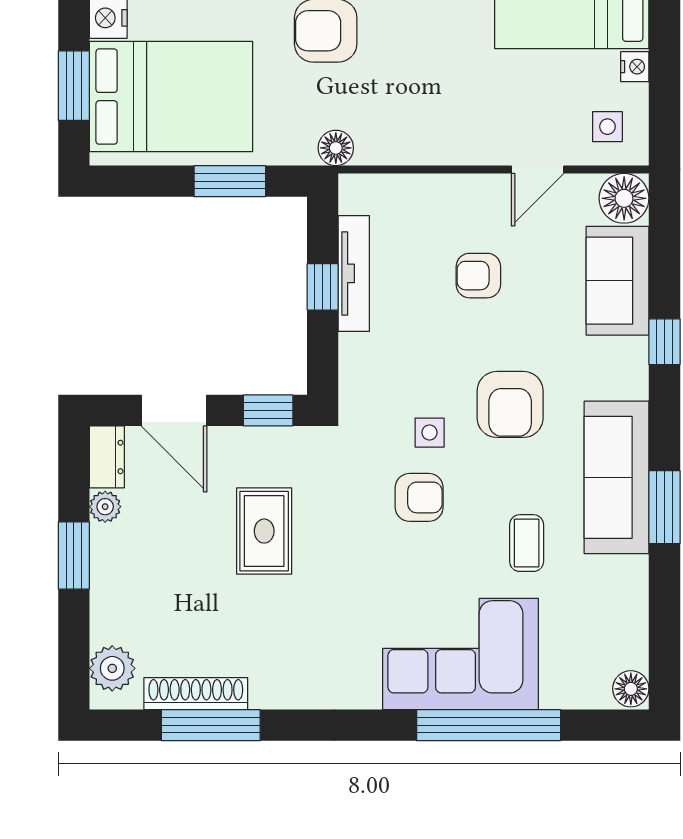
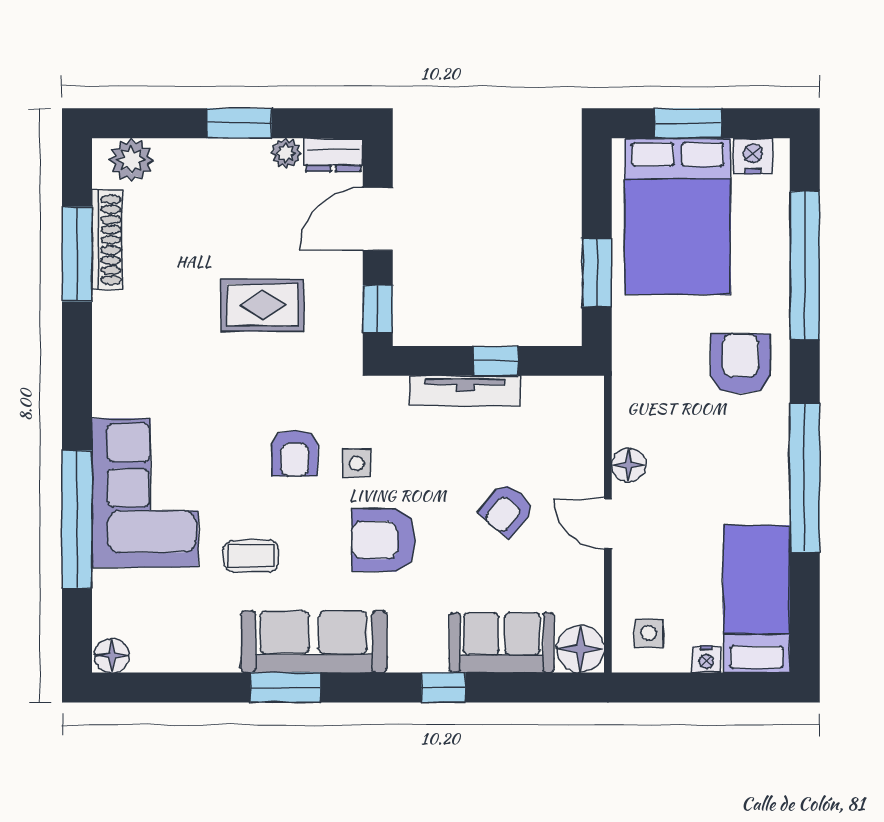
floor lamp: (336, 148) -> (629, 465), moved
door: (538, 170) -> (608, 524), moved
tv unit: (354, 273) -> (465, 391), moved
armchair: (478, 276) -> (507, 510), turned -140

